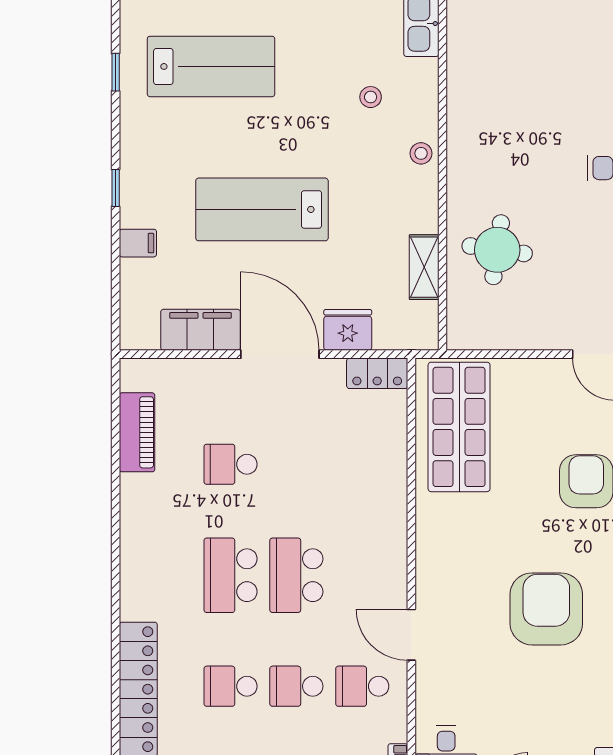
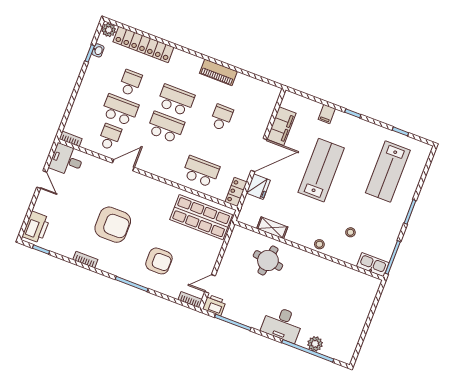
piano: (137, 432) -> (218, 72), moved
school desk: (362, 464) -> (201, 172), added
school desk: (296, 686) -> (120, 110), width x1.85

